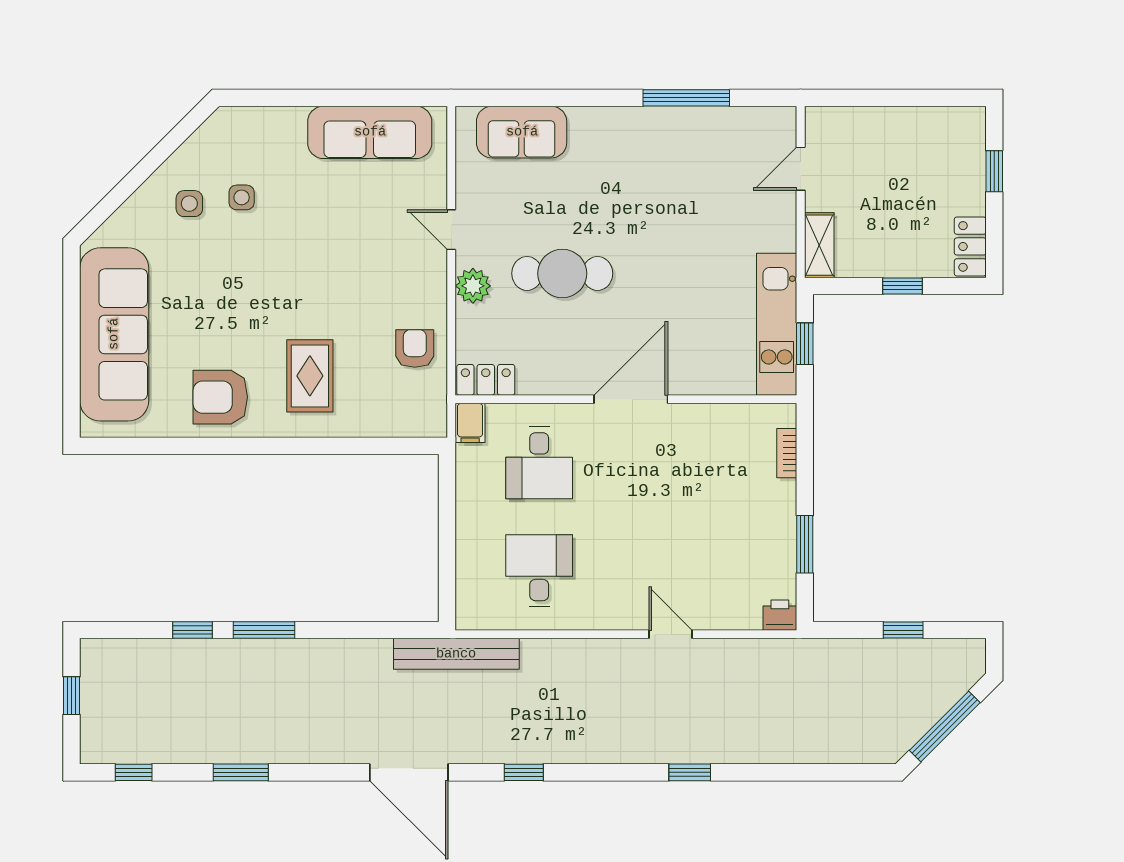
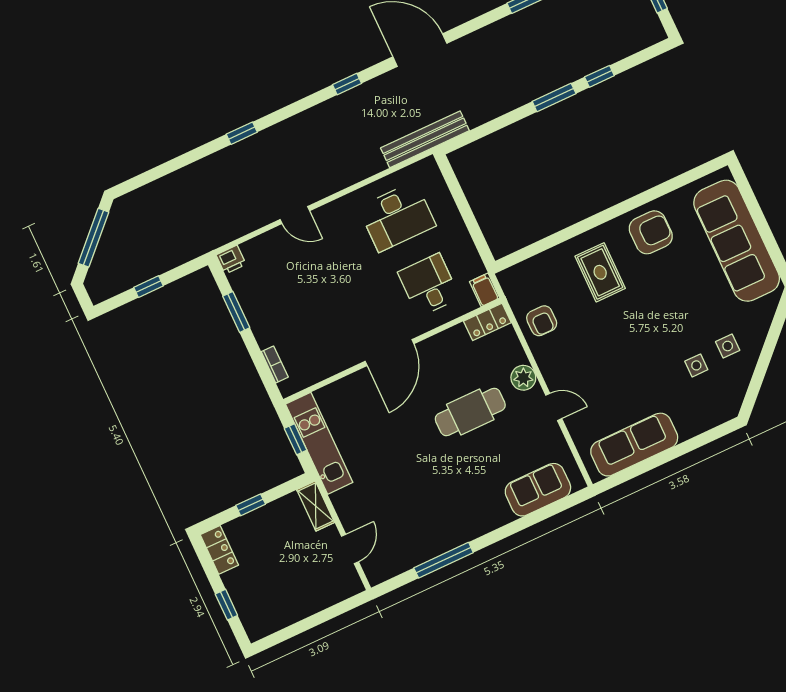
desk: (539, 571) -> (397, 217), width x1.37

